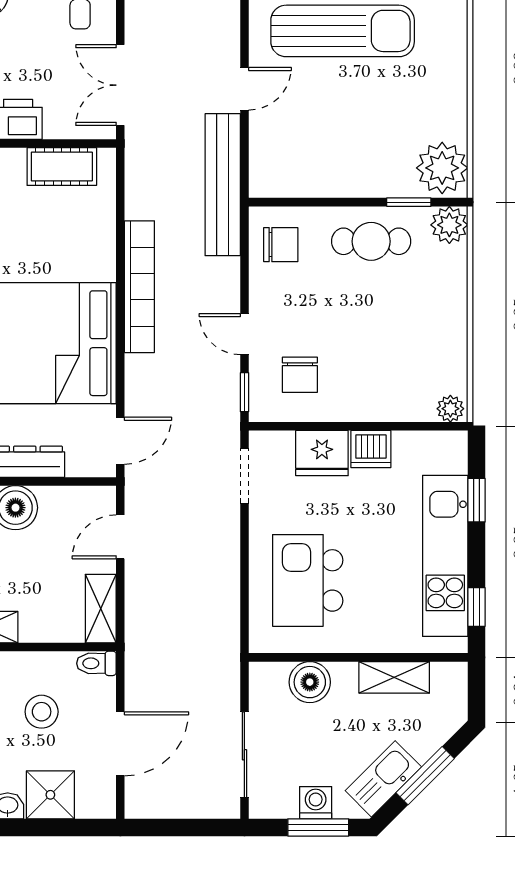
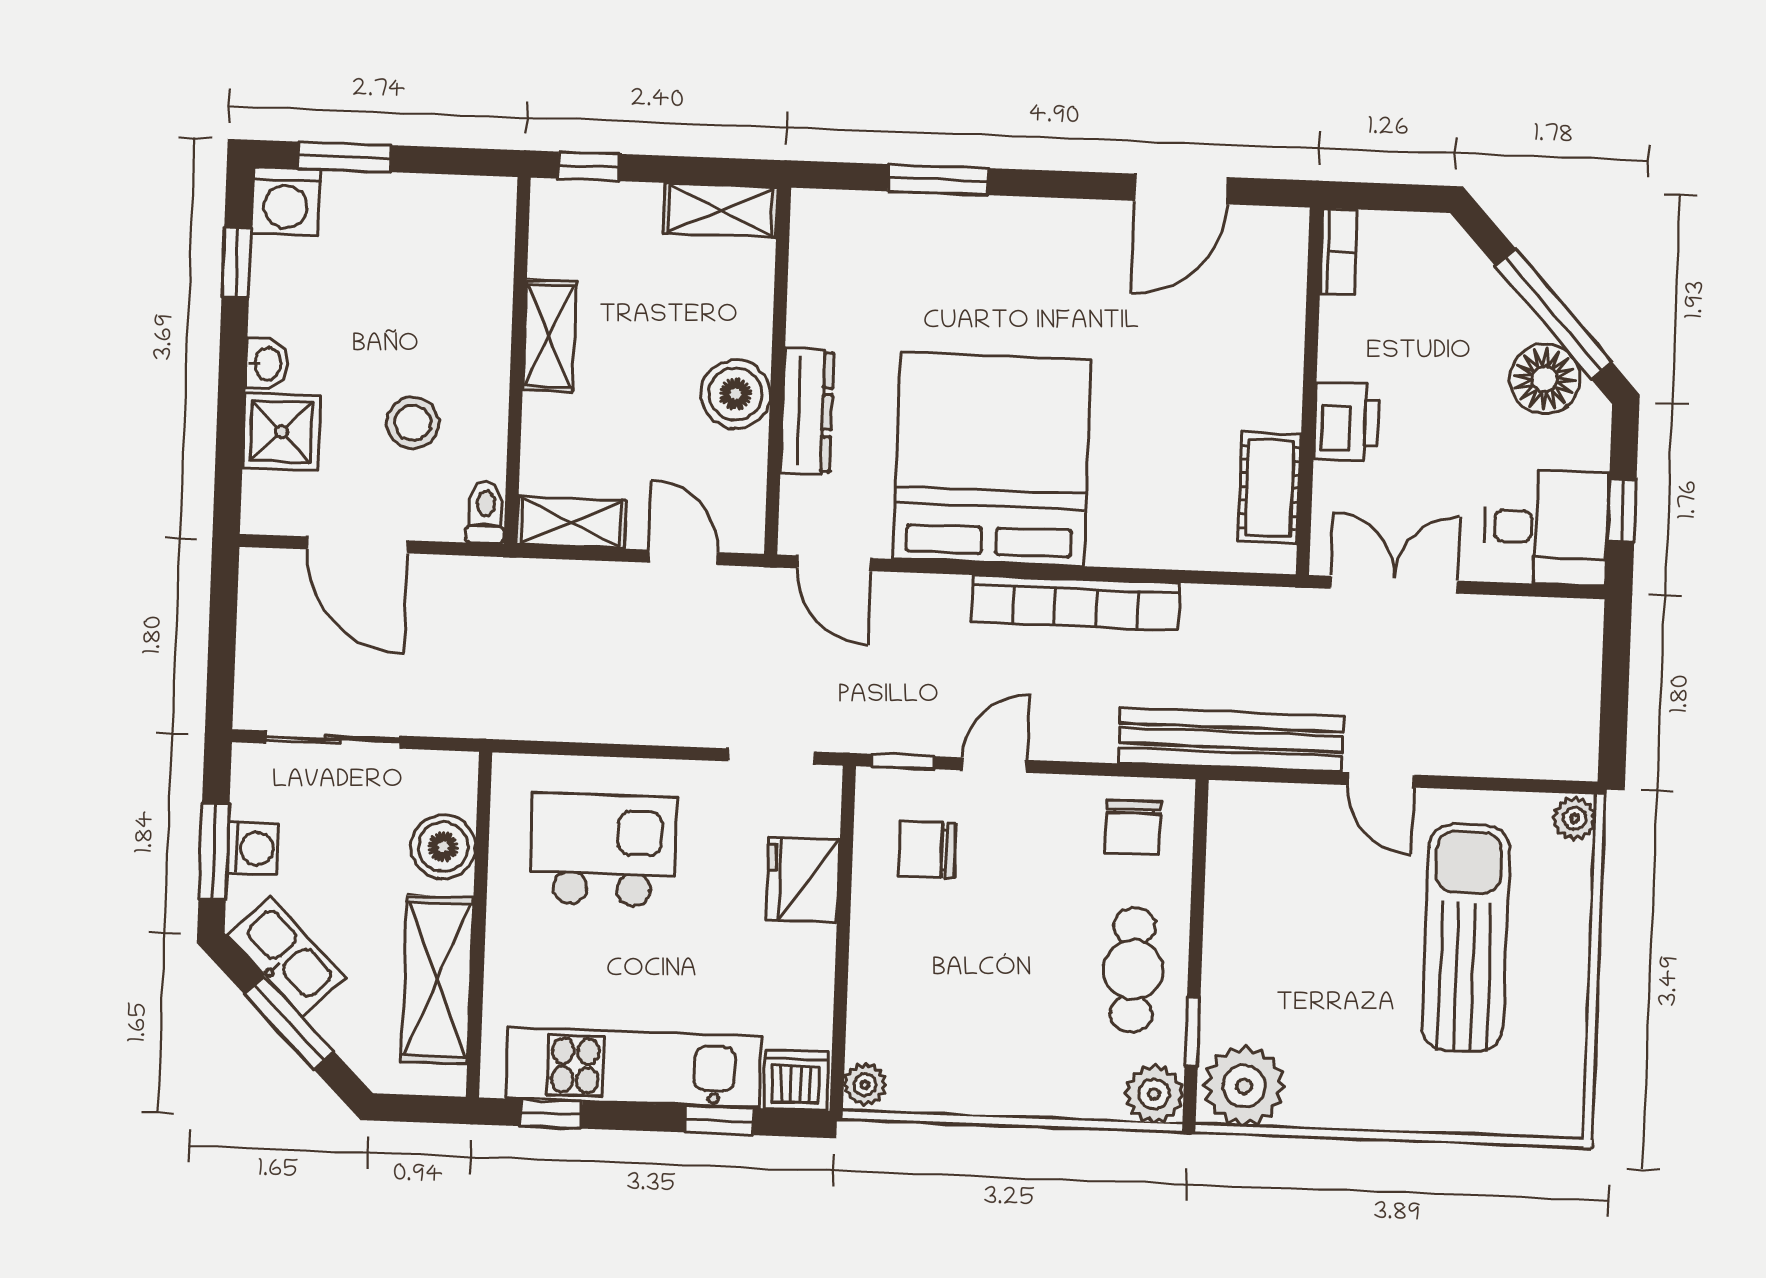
sun lounger: (343, 31) -> (1466, 938), turned 180
dishwasher: (371, 449) -> (796, 1080), moved, turned 90
shelving: (394, 677) -> (437, 980), width x1.50, depth x1.33

